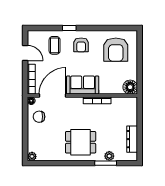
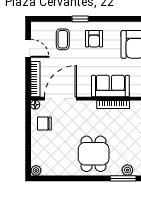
sofa: (83, 85) -> (110, 86), moved
dining table: (81, 142) -> (94, 154), turned 90

